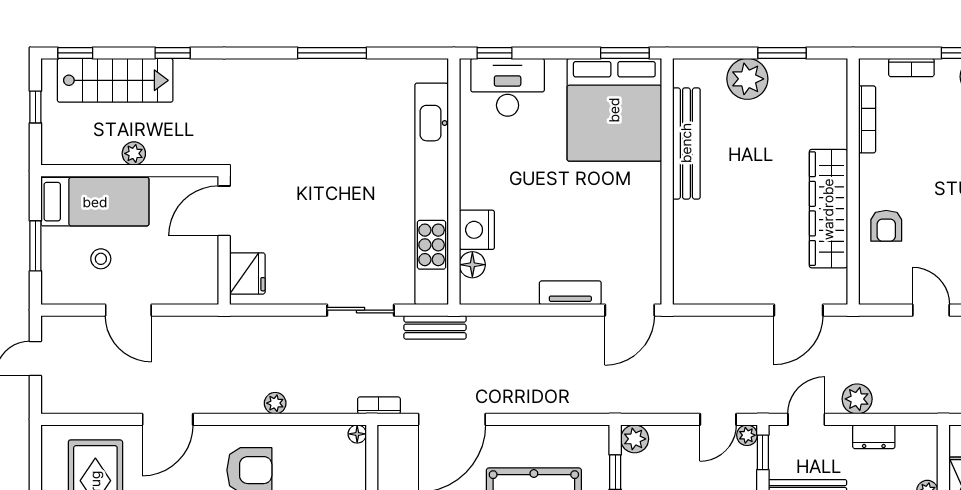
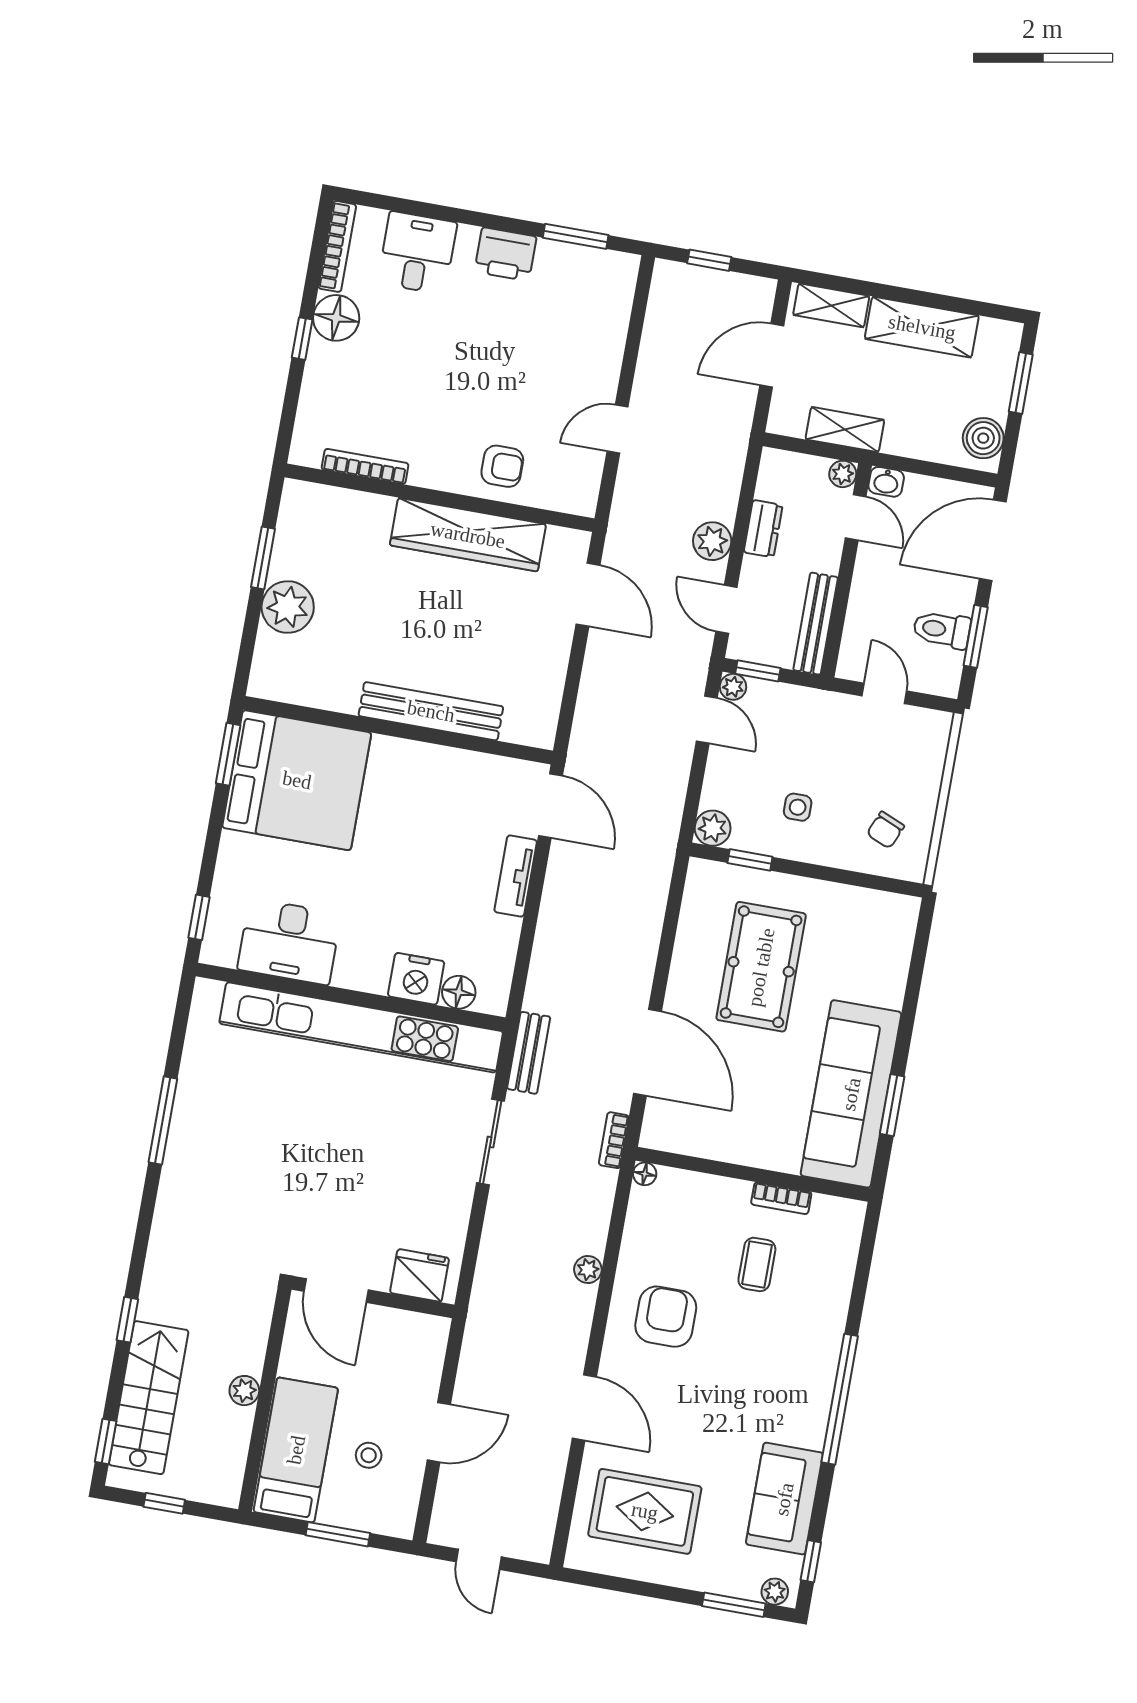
bookcase: (911, 68) -> (310, 399), removed
desk: (508, 87) -> (289, 942), moved, turned -90
bench: (686, 143) -> (431, 711), moved

